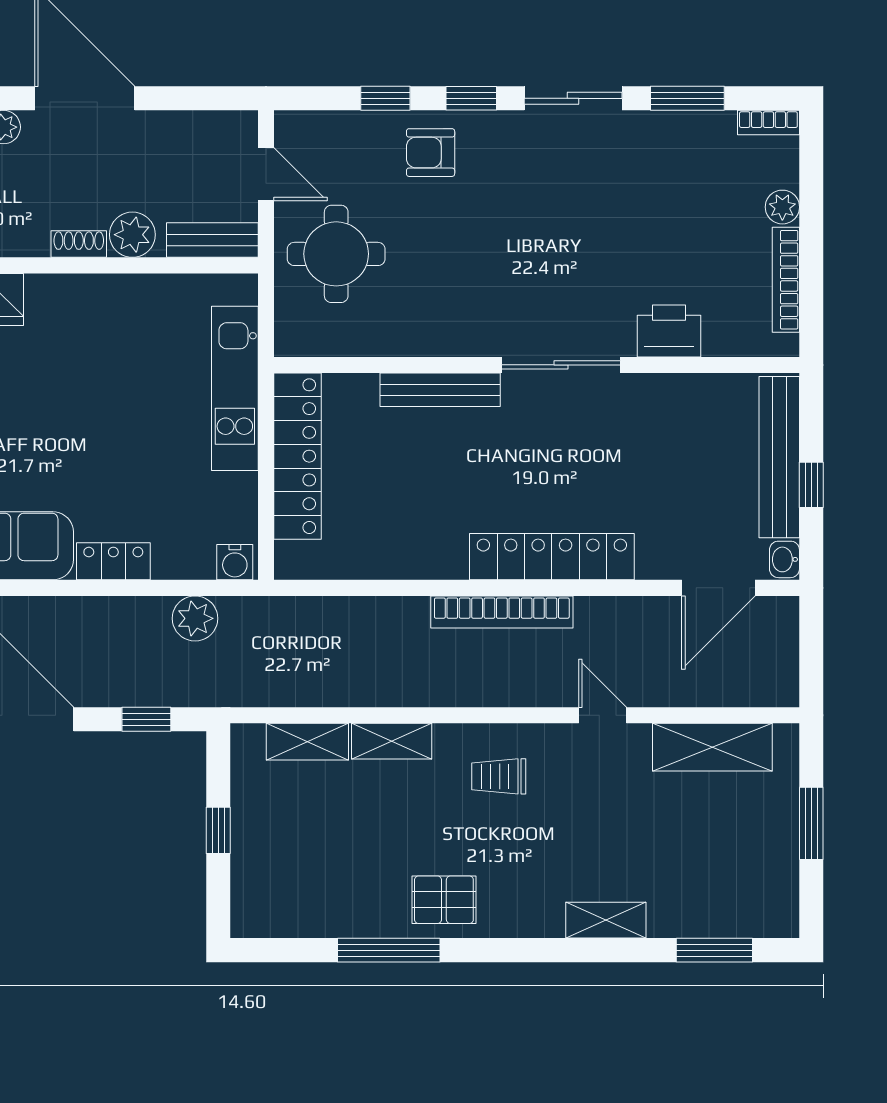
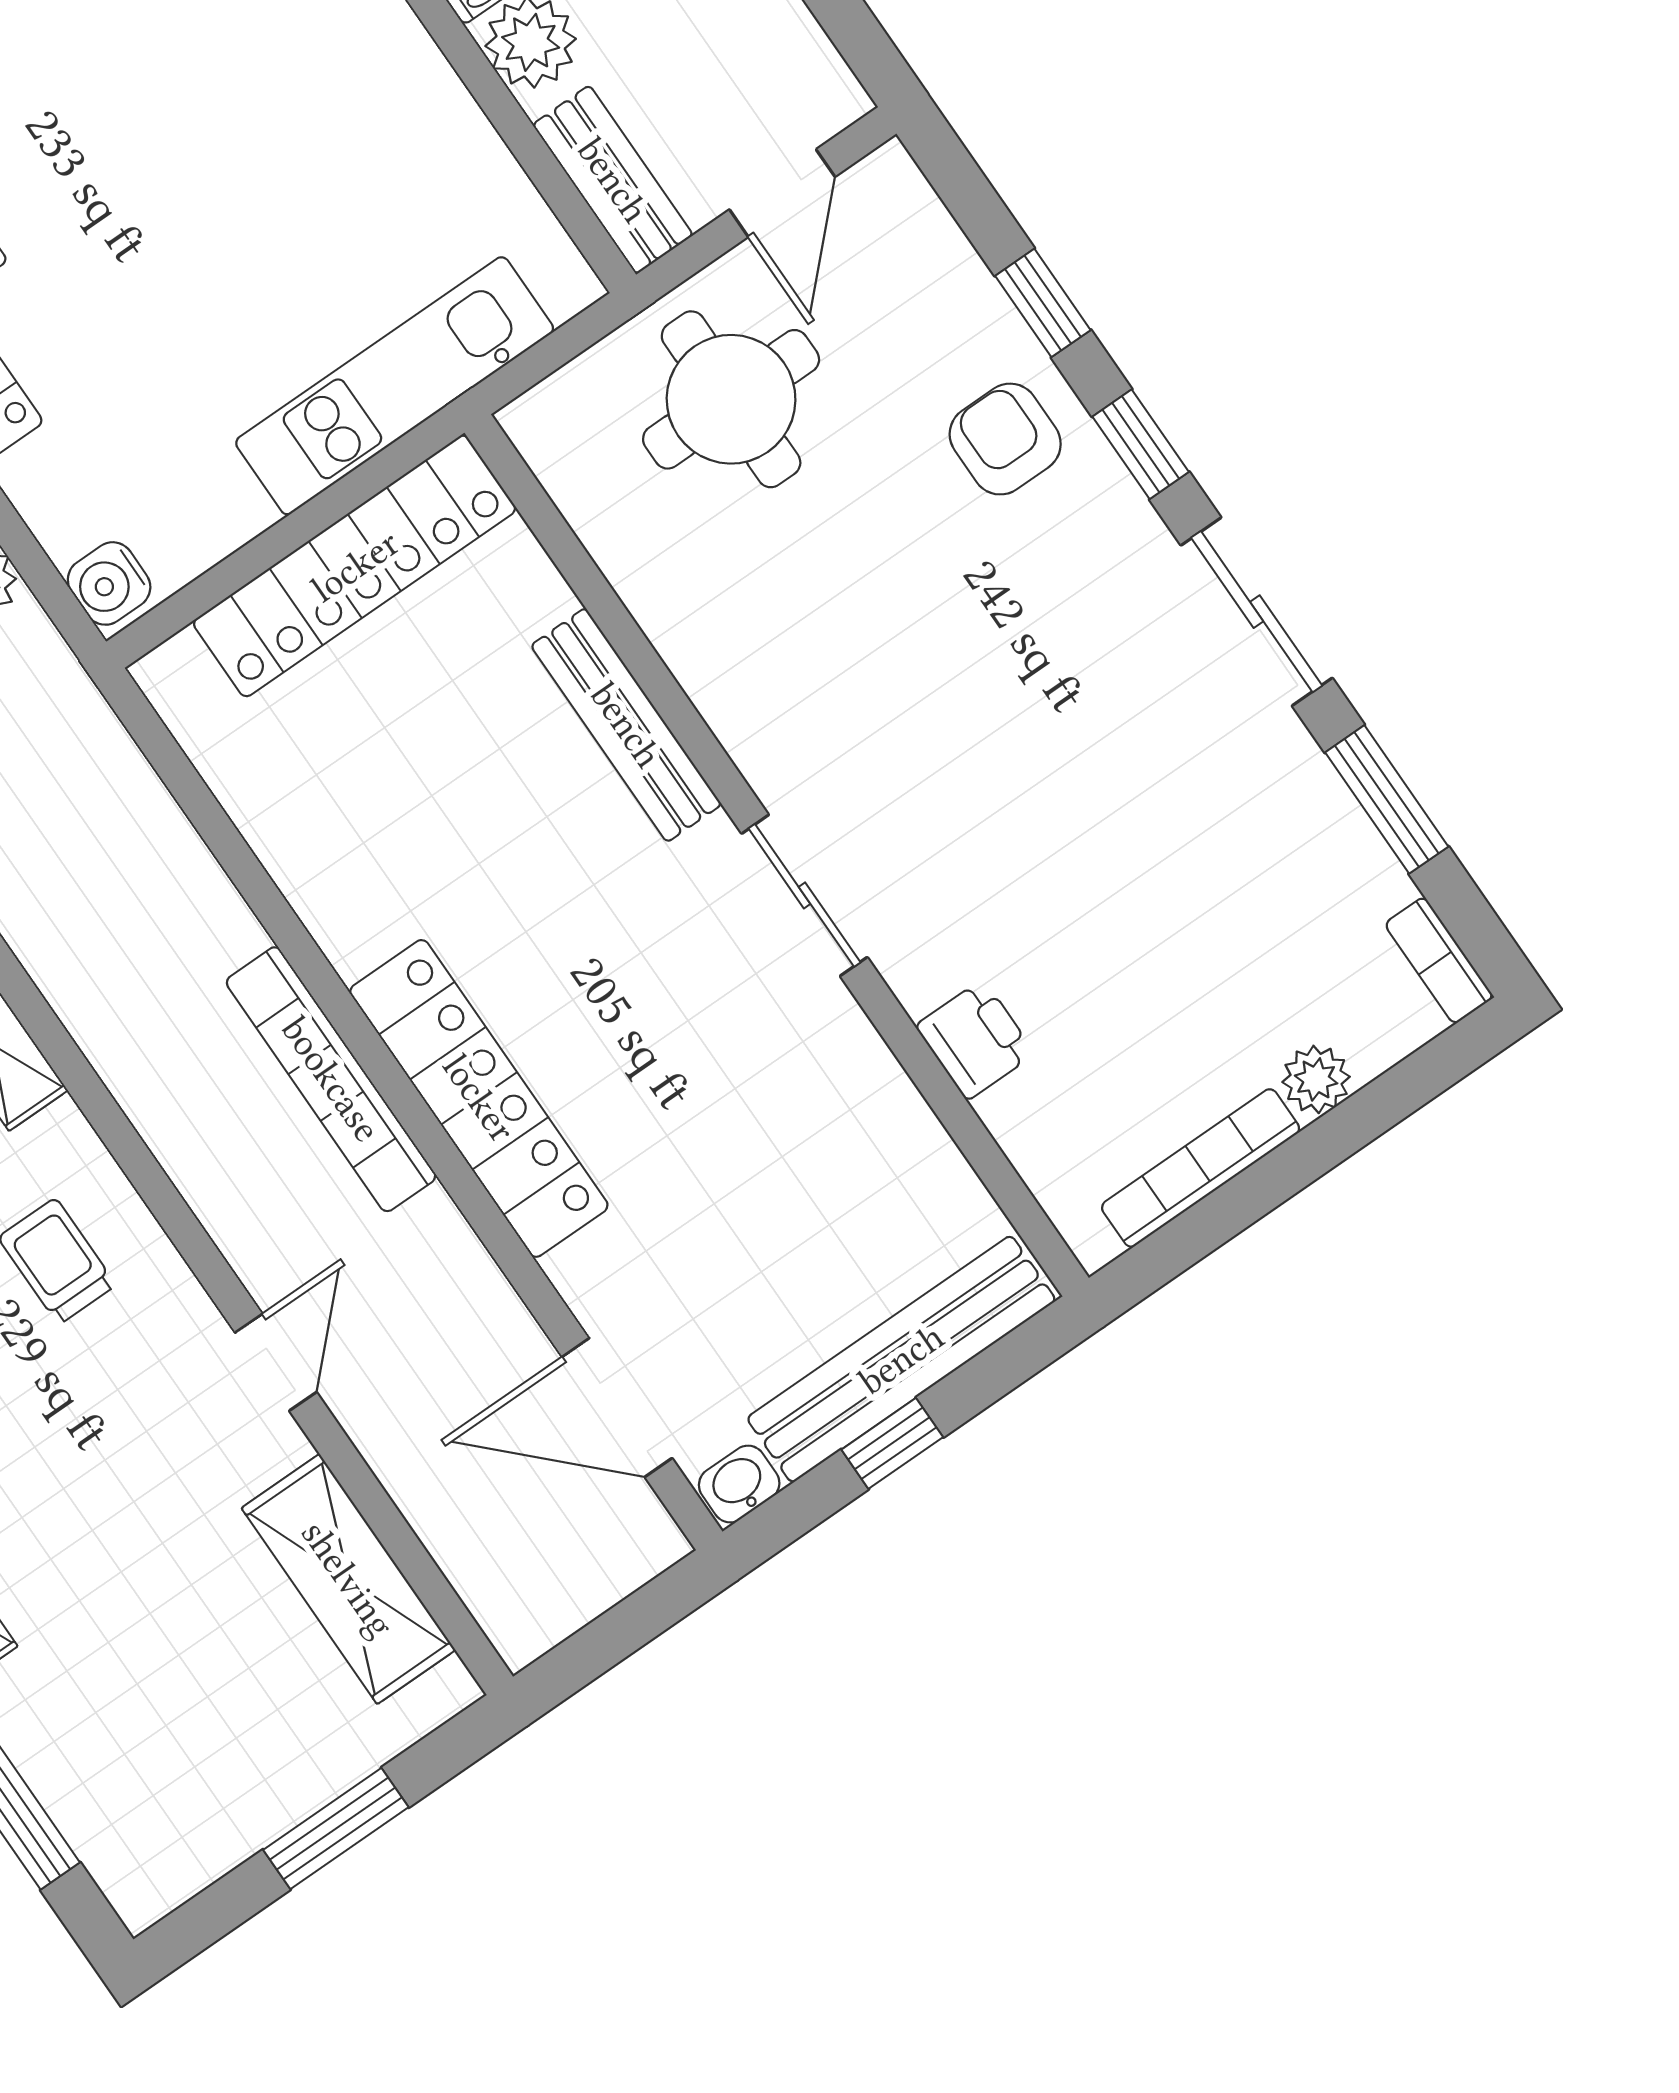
printer: (669, 331) -> (975, 1040), width x0.73, depth x0.81
sliding door: (561, 365) -> (804, 895), width x0.73

